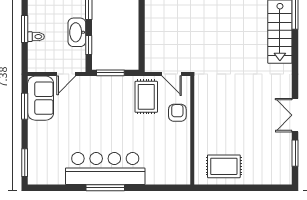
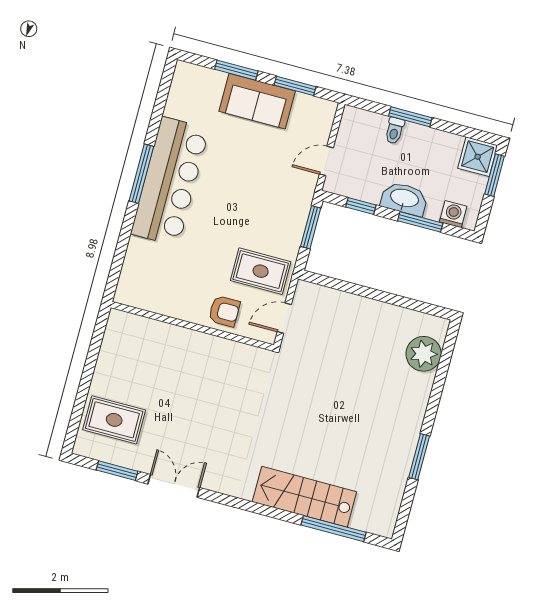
washbasin: (77, 32) -> (404, 199), moved
door: (66, 74) -> (326, 161), hinge flipped
sofa: (41, 98) -> (257, 101), moved
window: (25, 163) -> (236, 70), moved
rug: (224, 166) -> (114, 420), moved, turned 90

